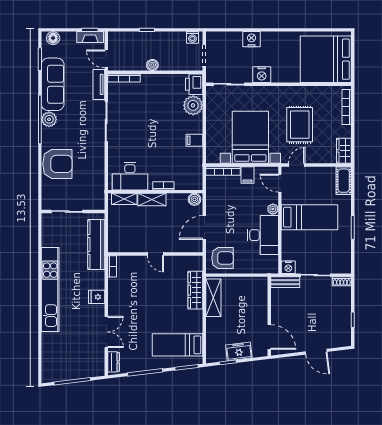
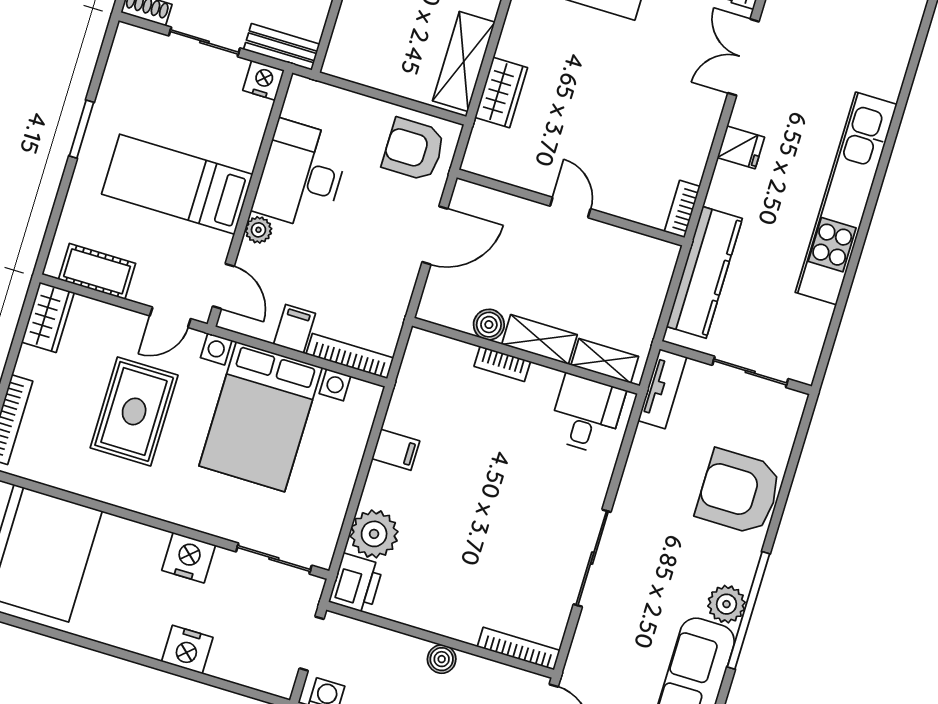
tv unit: (99, 84) -> (662, 389), moved
desk: (130, 176) -> (586, 414), width x0.73
cot: (344, 181) -> (97, 271), moved, turned 90
boiler: (194, 199) -> (489, 325), moved
wardrobe: (195, 290) -> (501, 93), width x0.67

